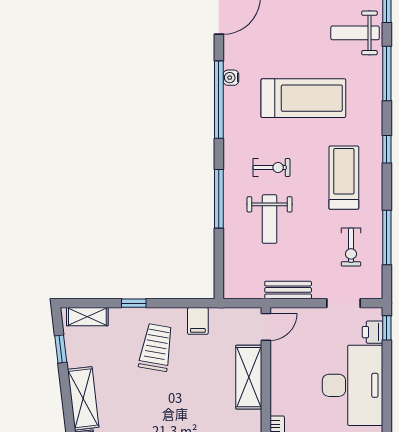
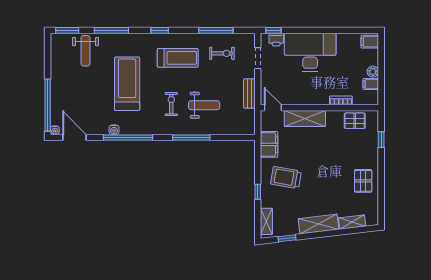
treadmill: (344, 178) -> (178, 58), turned 180
filing cabinet: (198, 321) -> (269, 144), width x2.00

